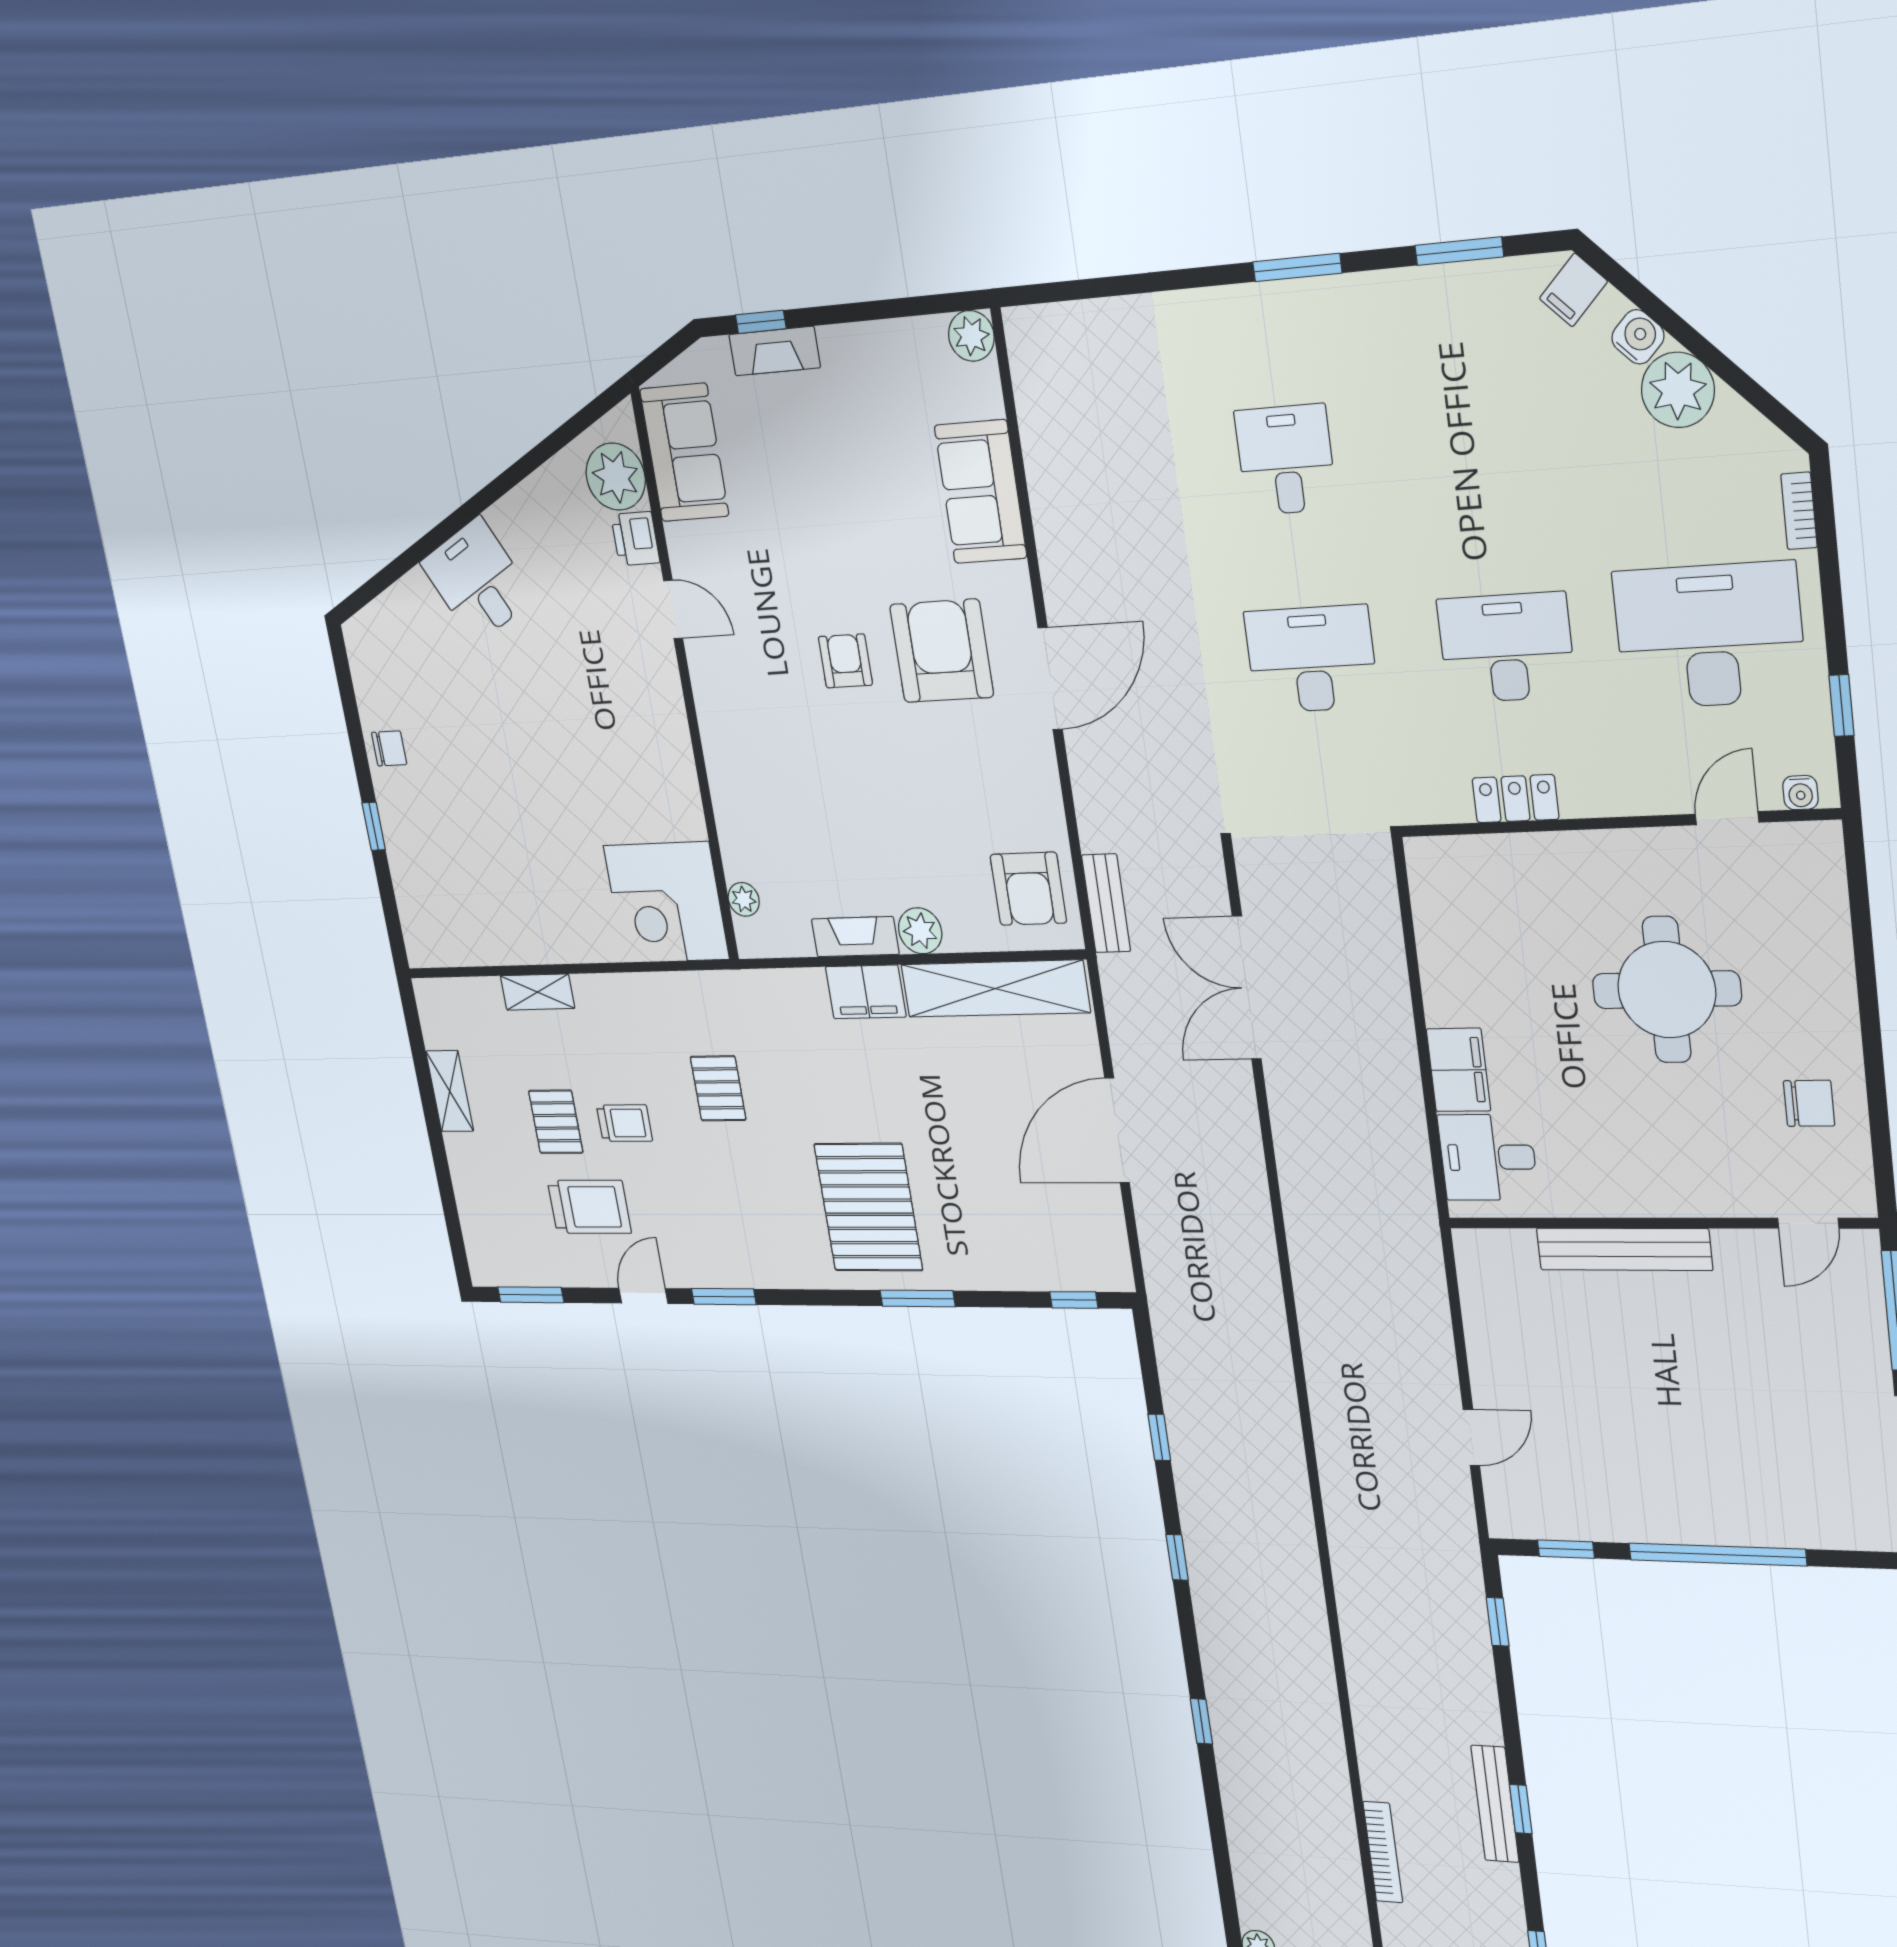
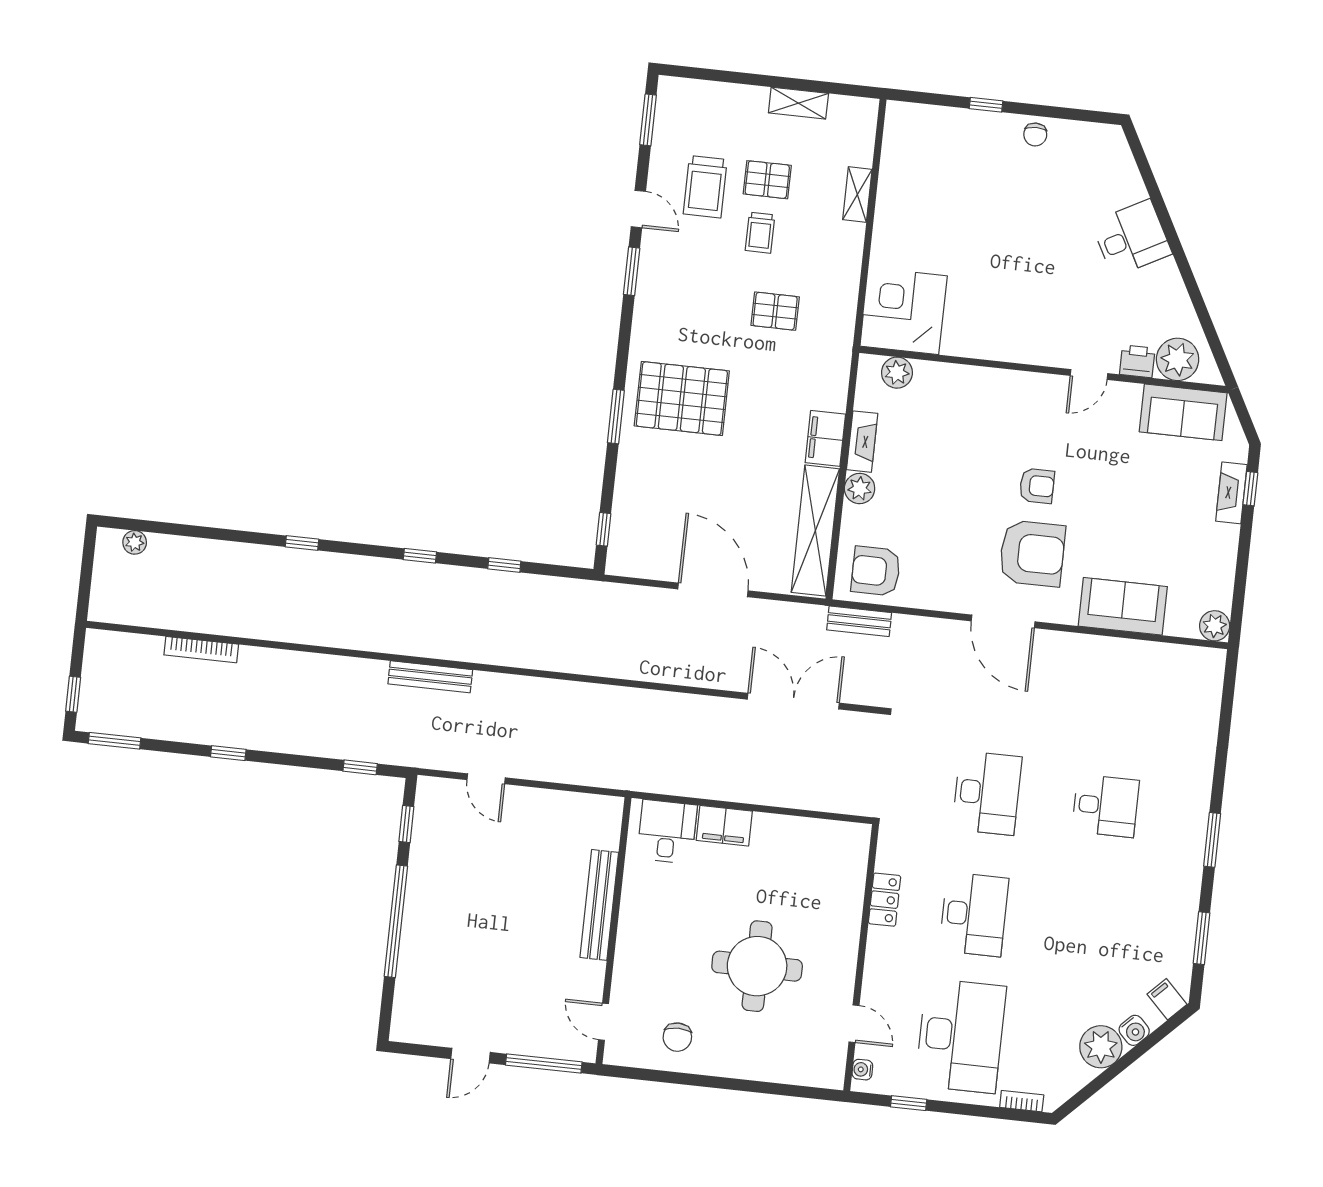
plant: (744, 899) -> (897, 373), width x1.38, depth x1.38
bench: (1495, 1804) -> (430, 677), moved

